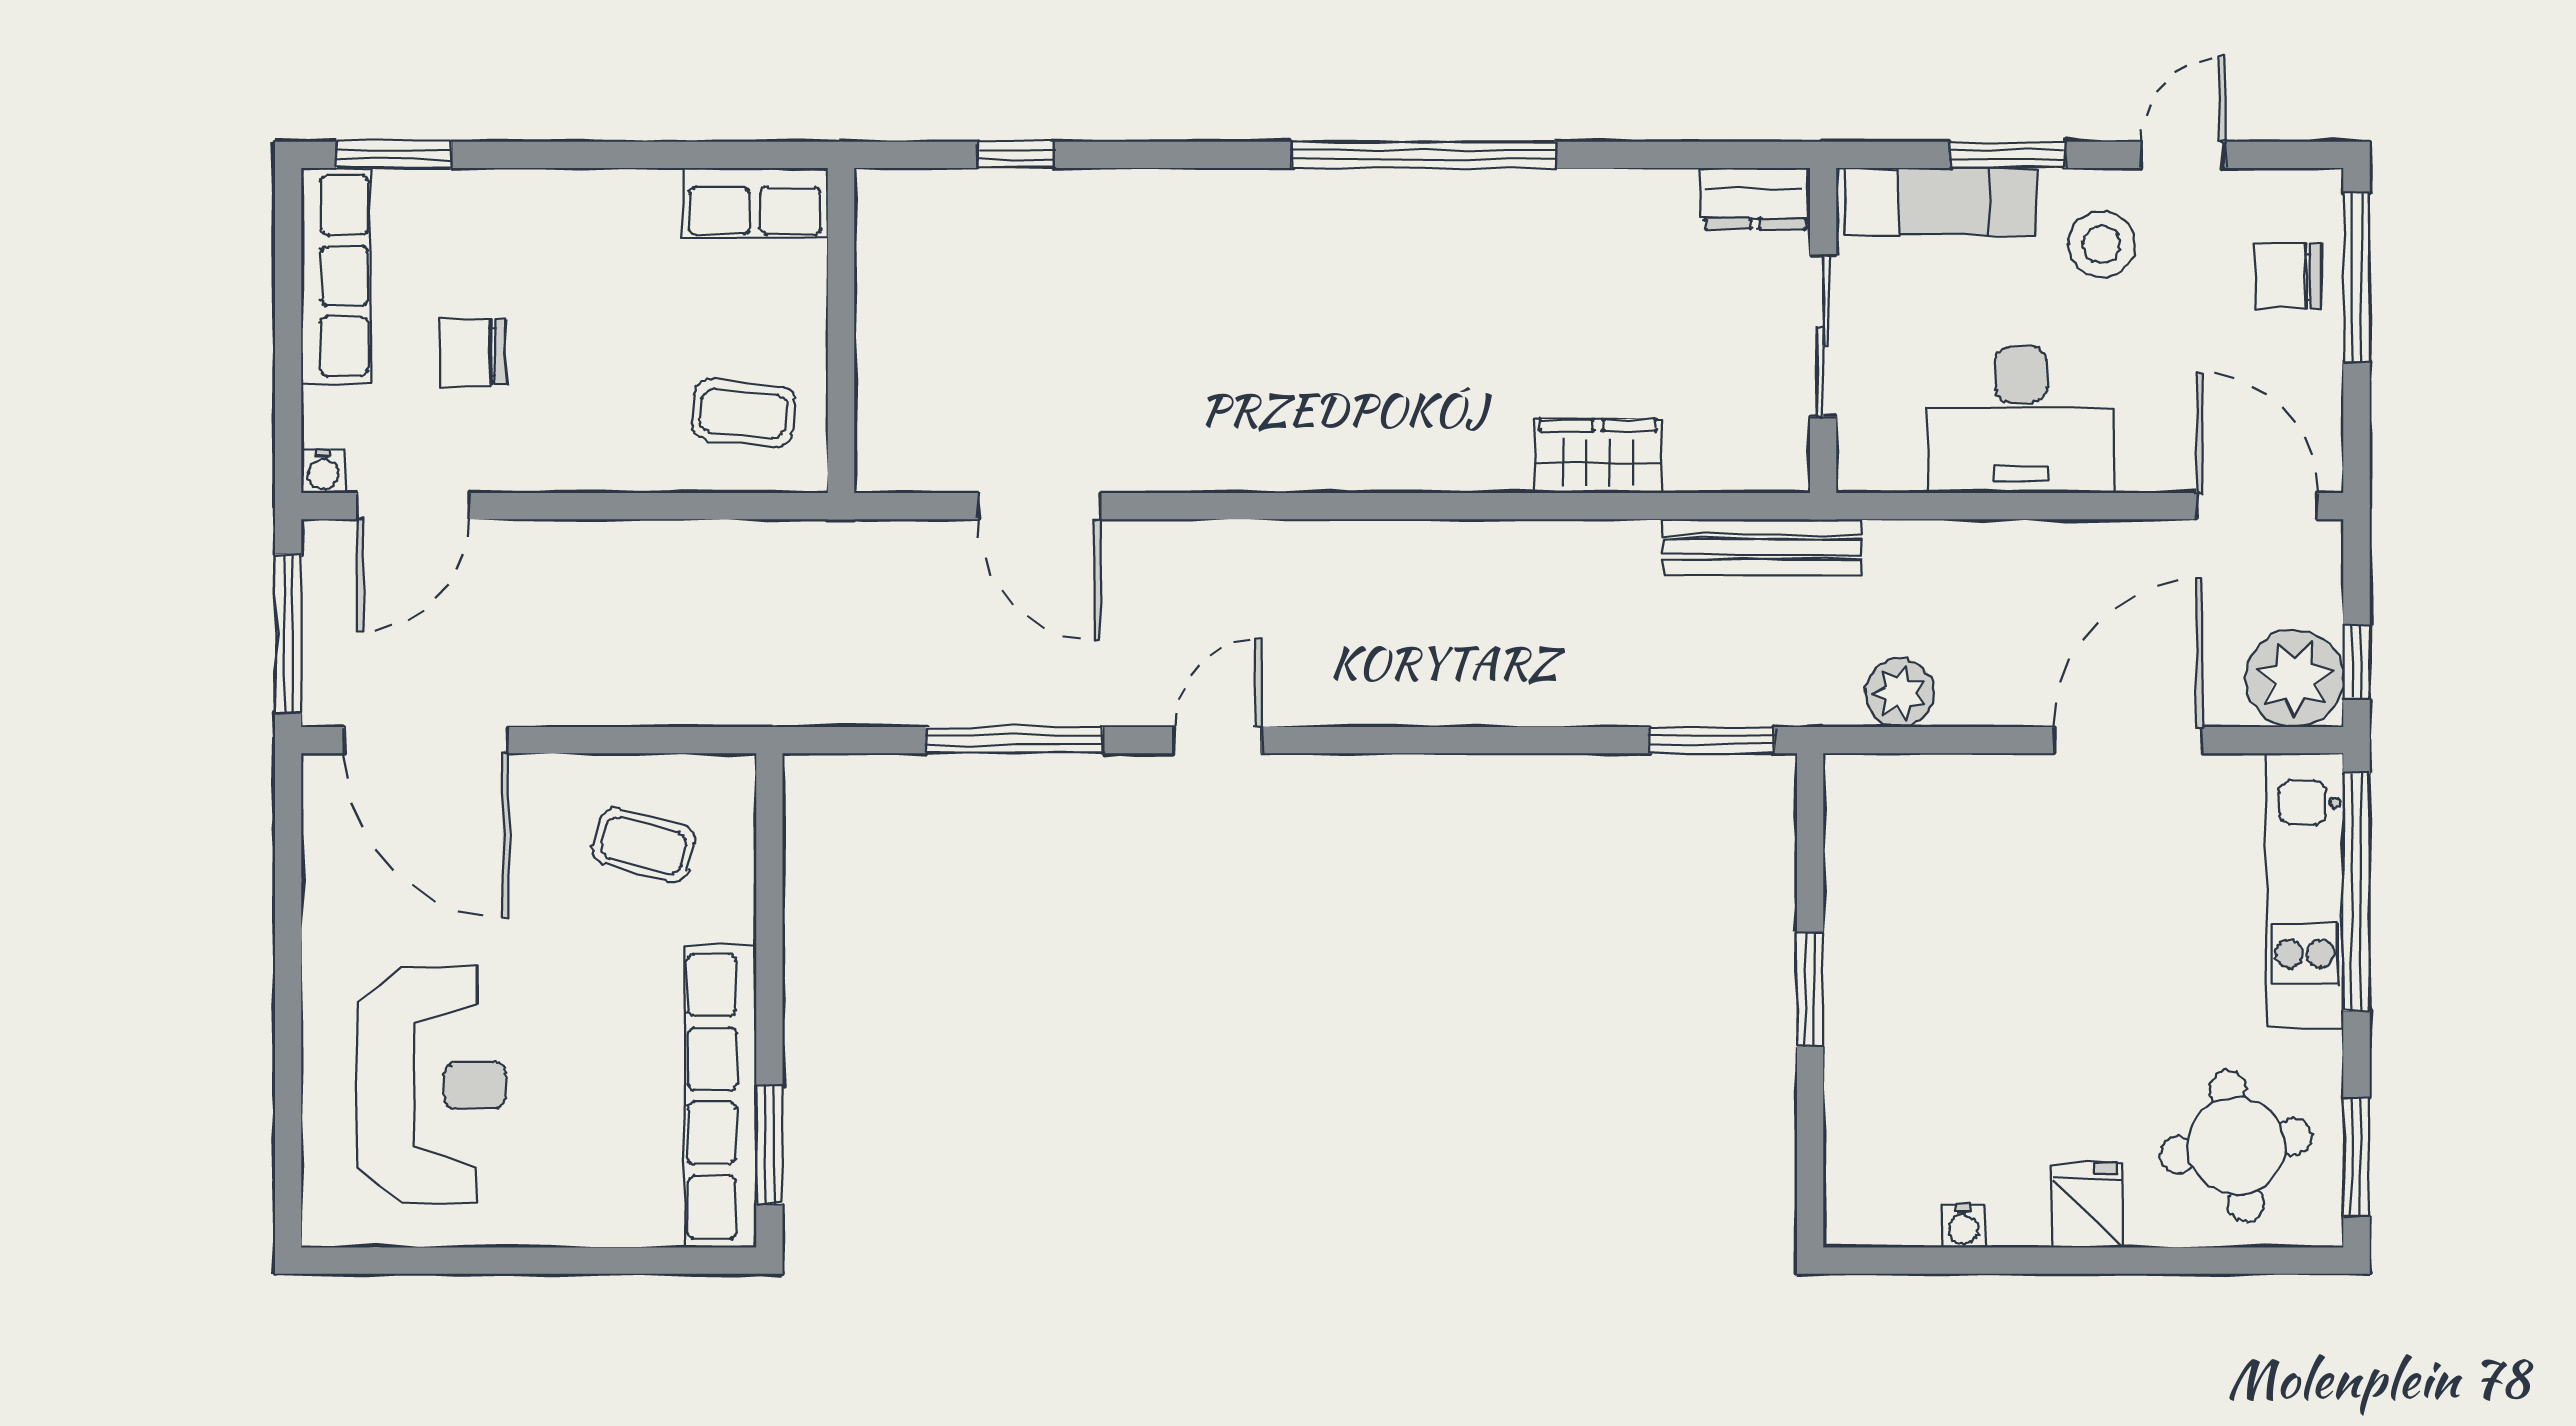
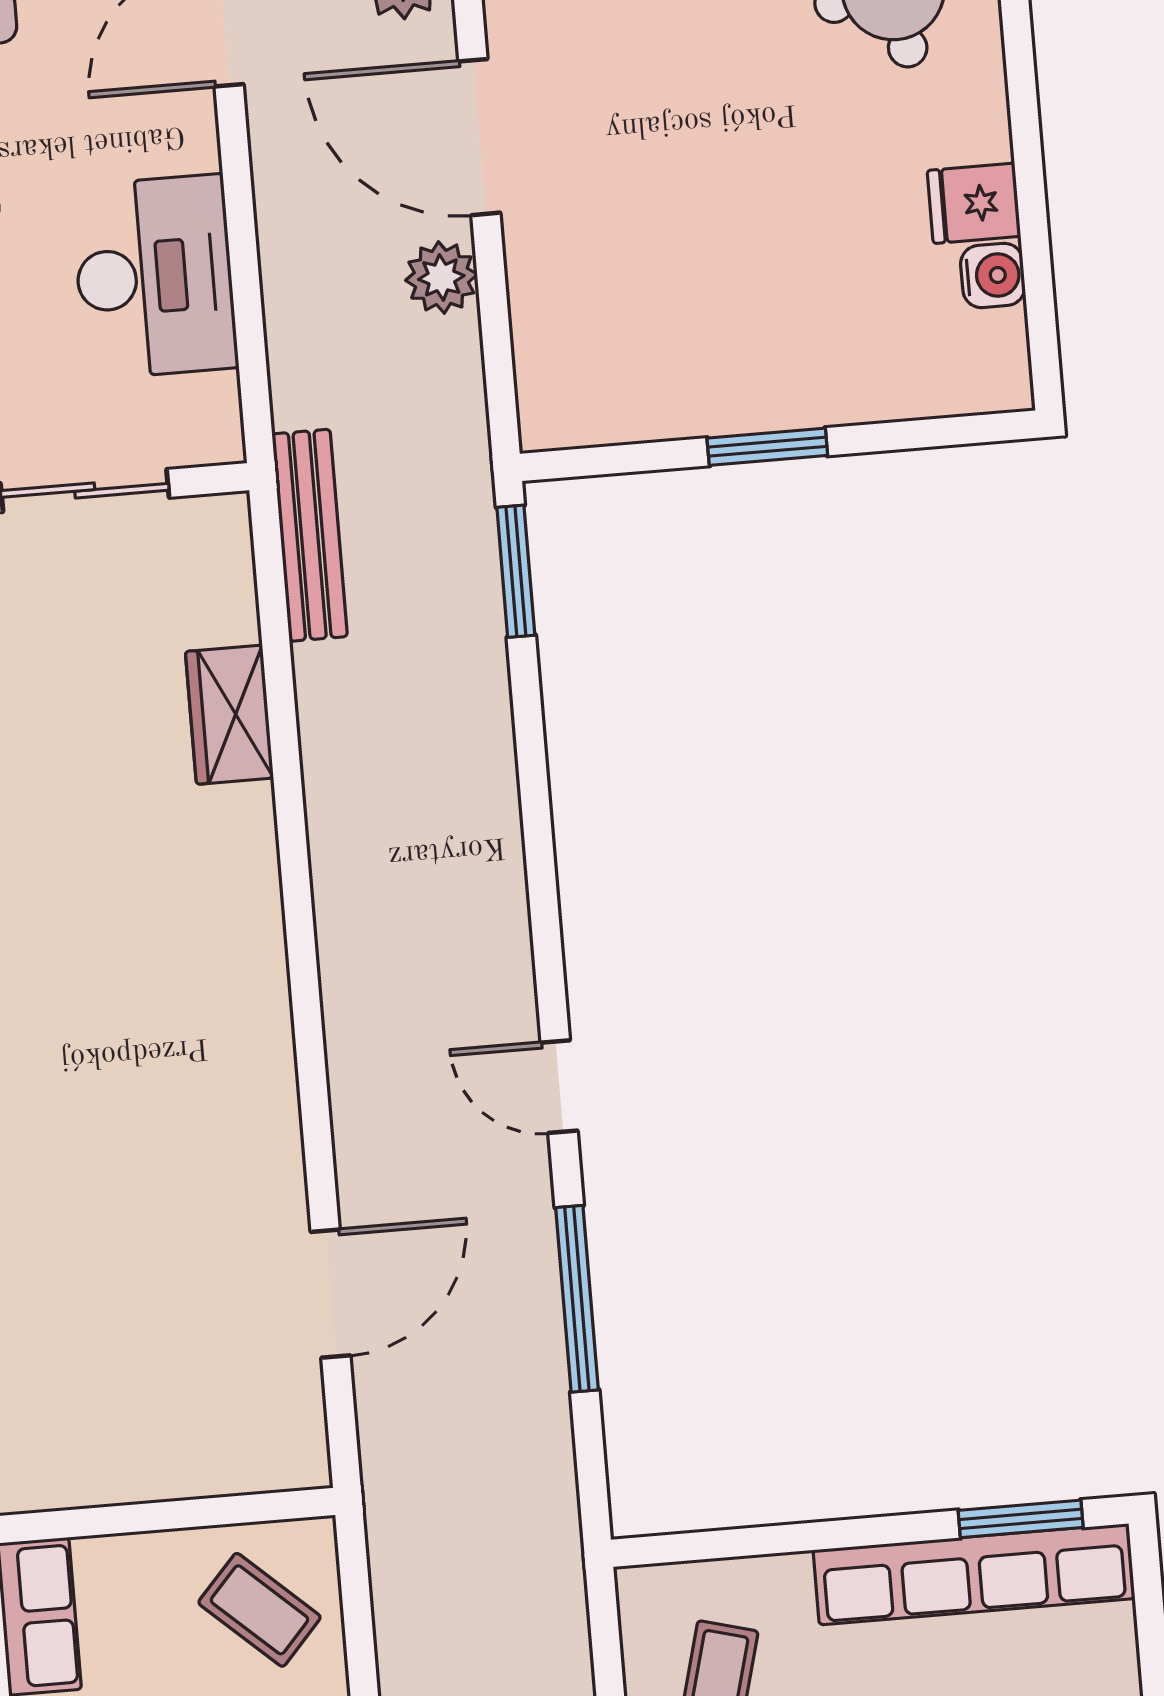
coffee table: (744, 413) -> (260, 1610), turned -54
plant: (1900, 693) -> (441, 277), moved
fridge: (2087, 1206) -> (974, 203), moved
water cooler: (1963, 1226) -> (993, 275), width x1.38, depth x1.38

